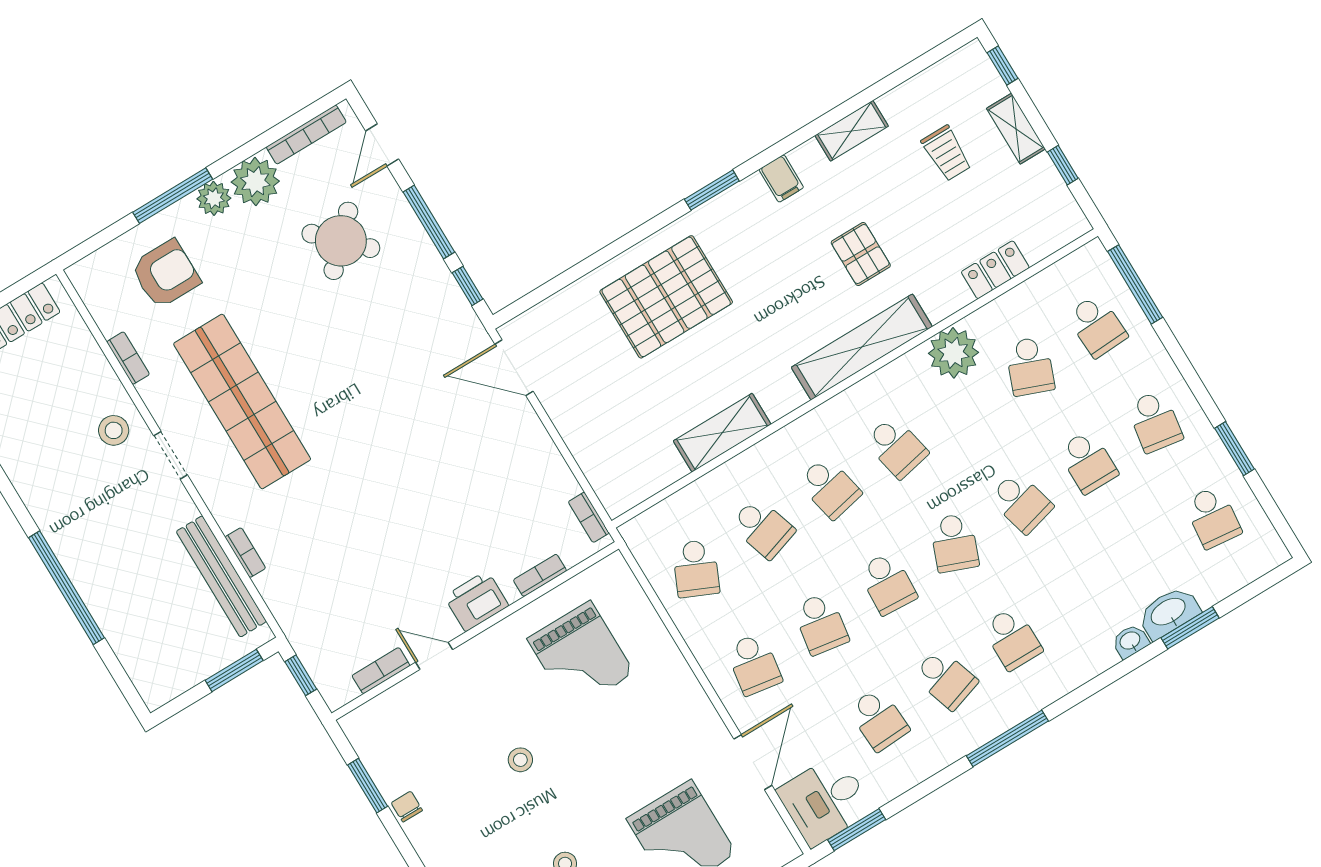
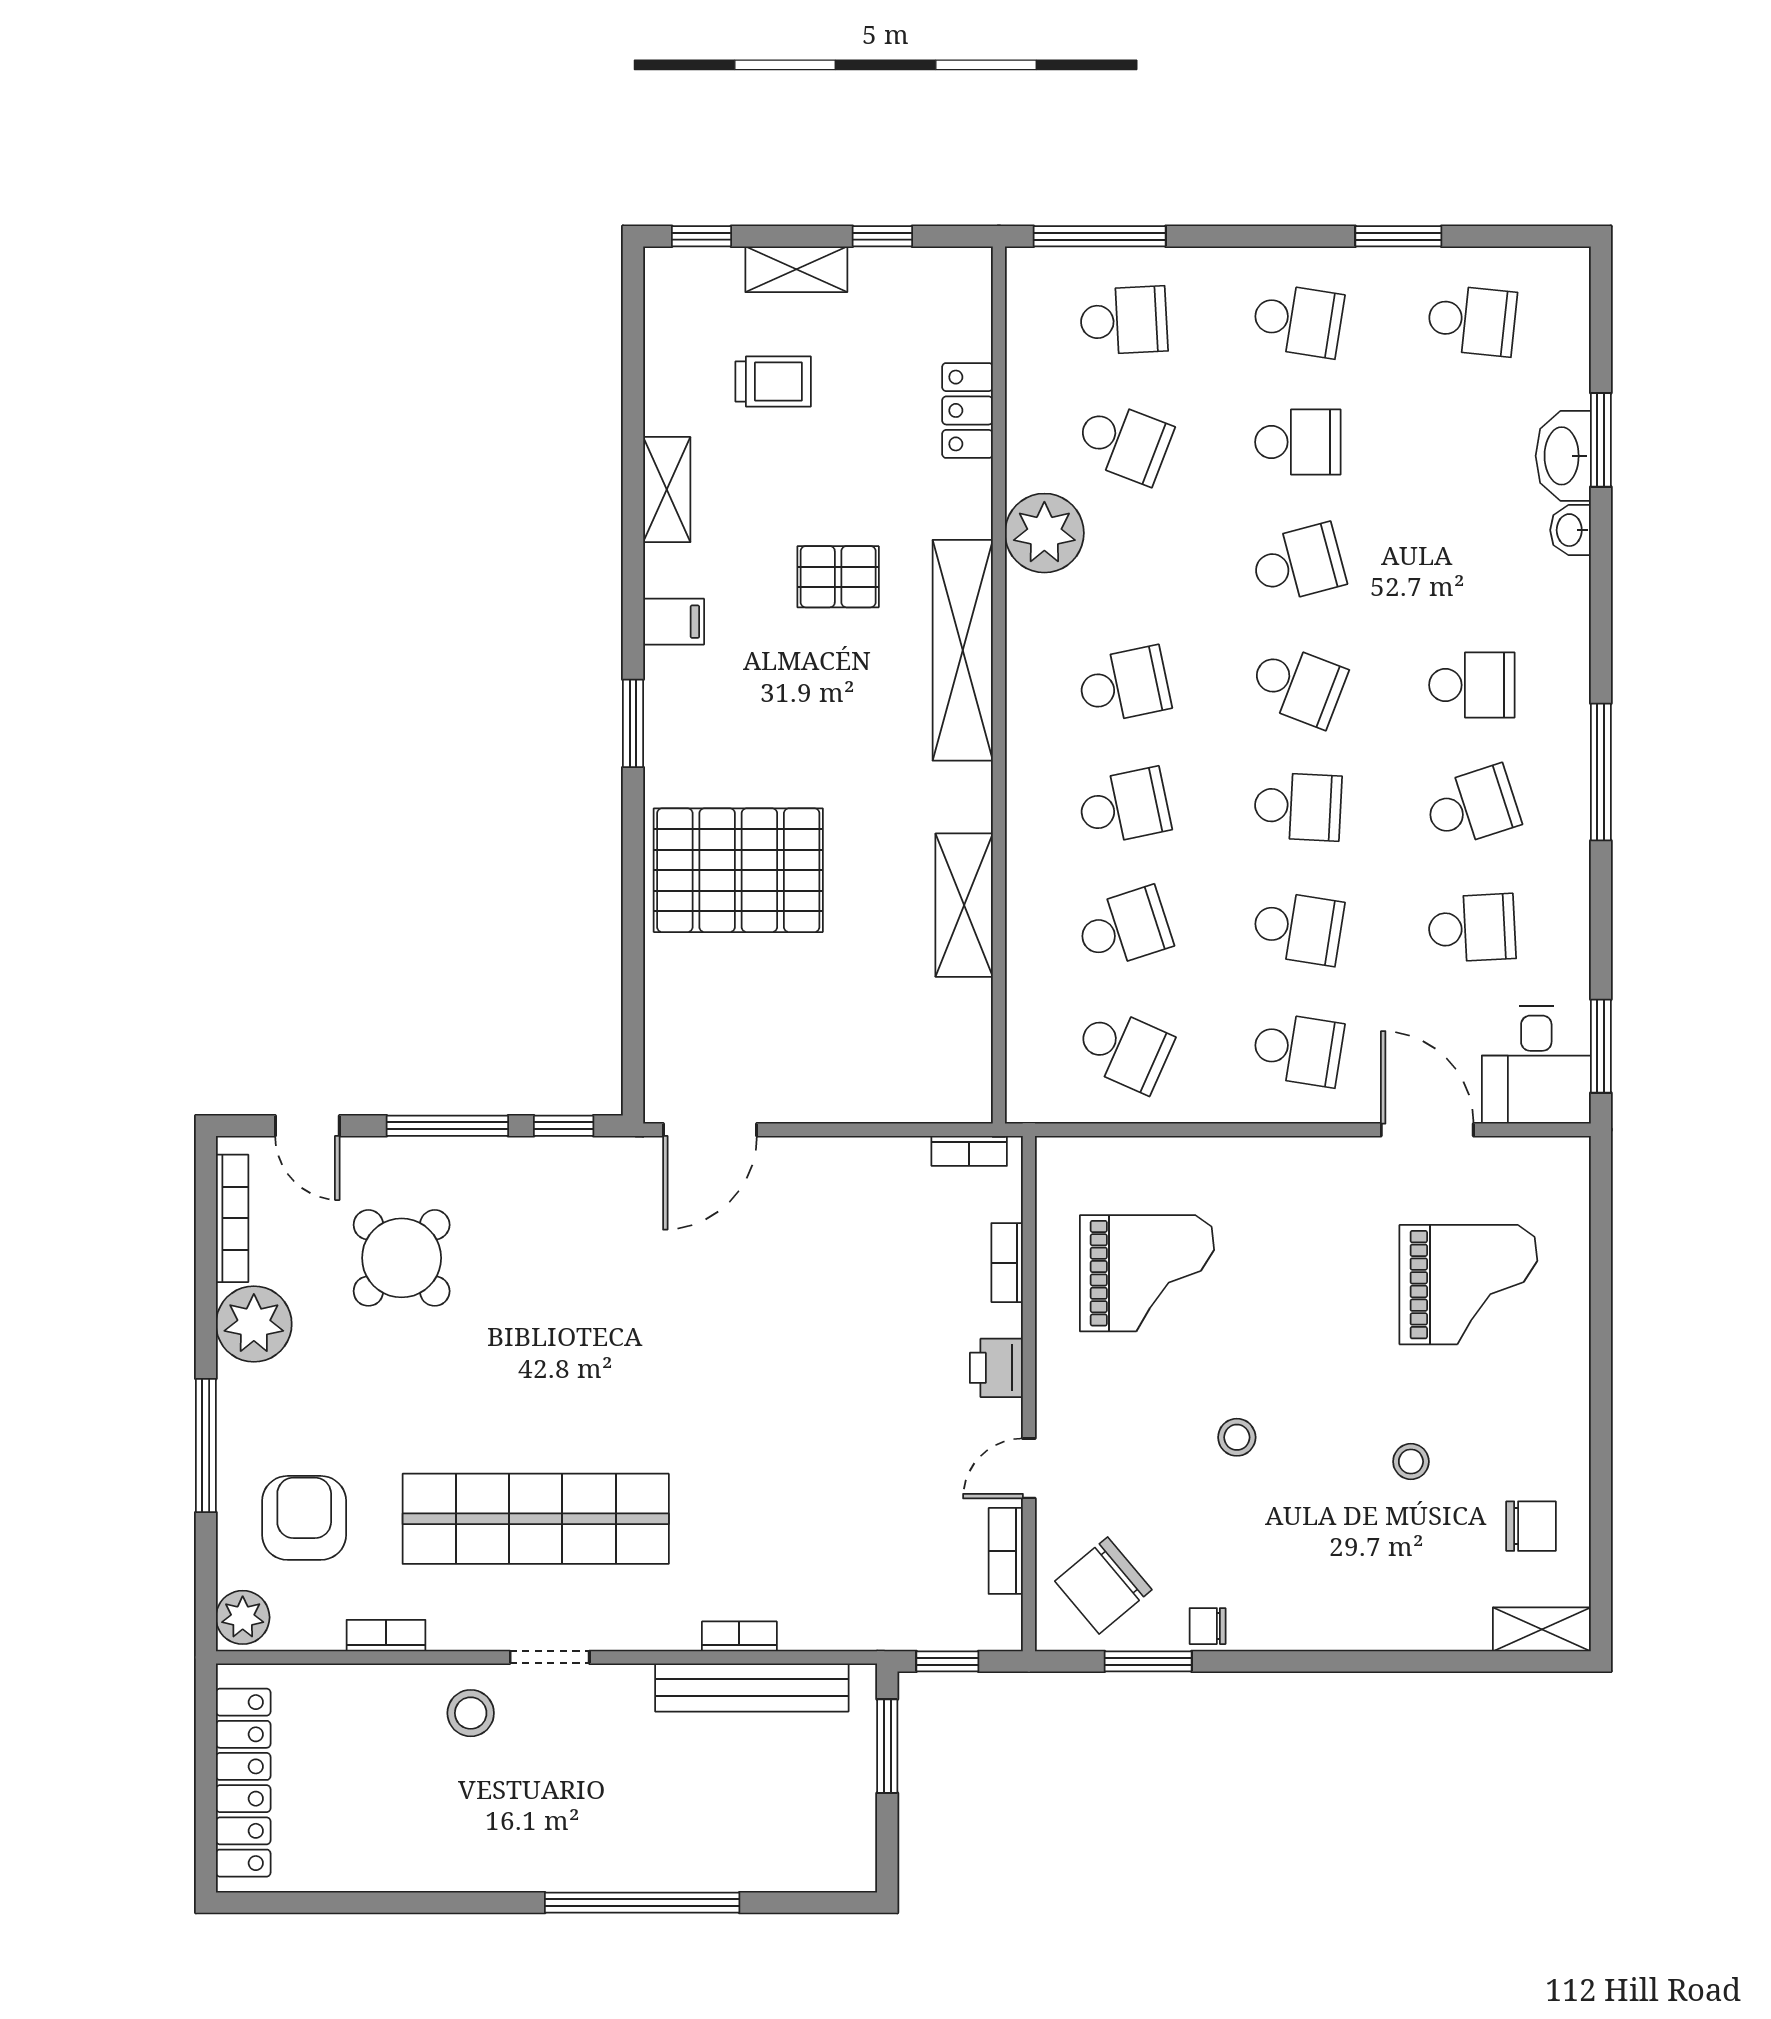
plant: (214, 198) -> (243, 1617), moved
pallet: (666, 297) -> (738, 870), turned 90
printer: (476, 601) -> (996, 1368), width x0.73, depth x0.81
chair: (394, 736) -> (1103, 1585), added

